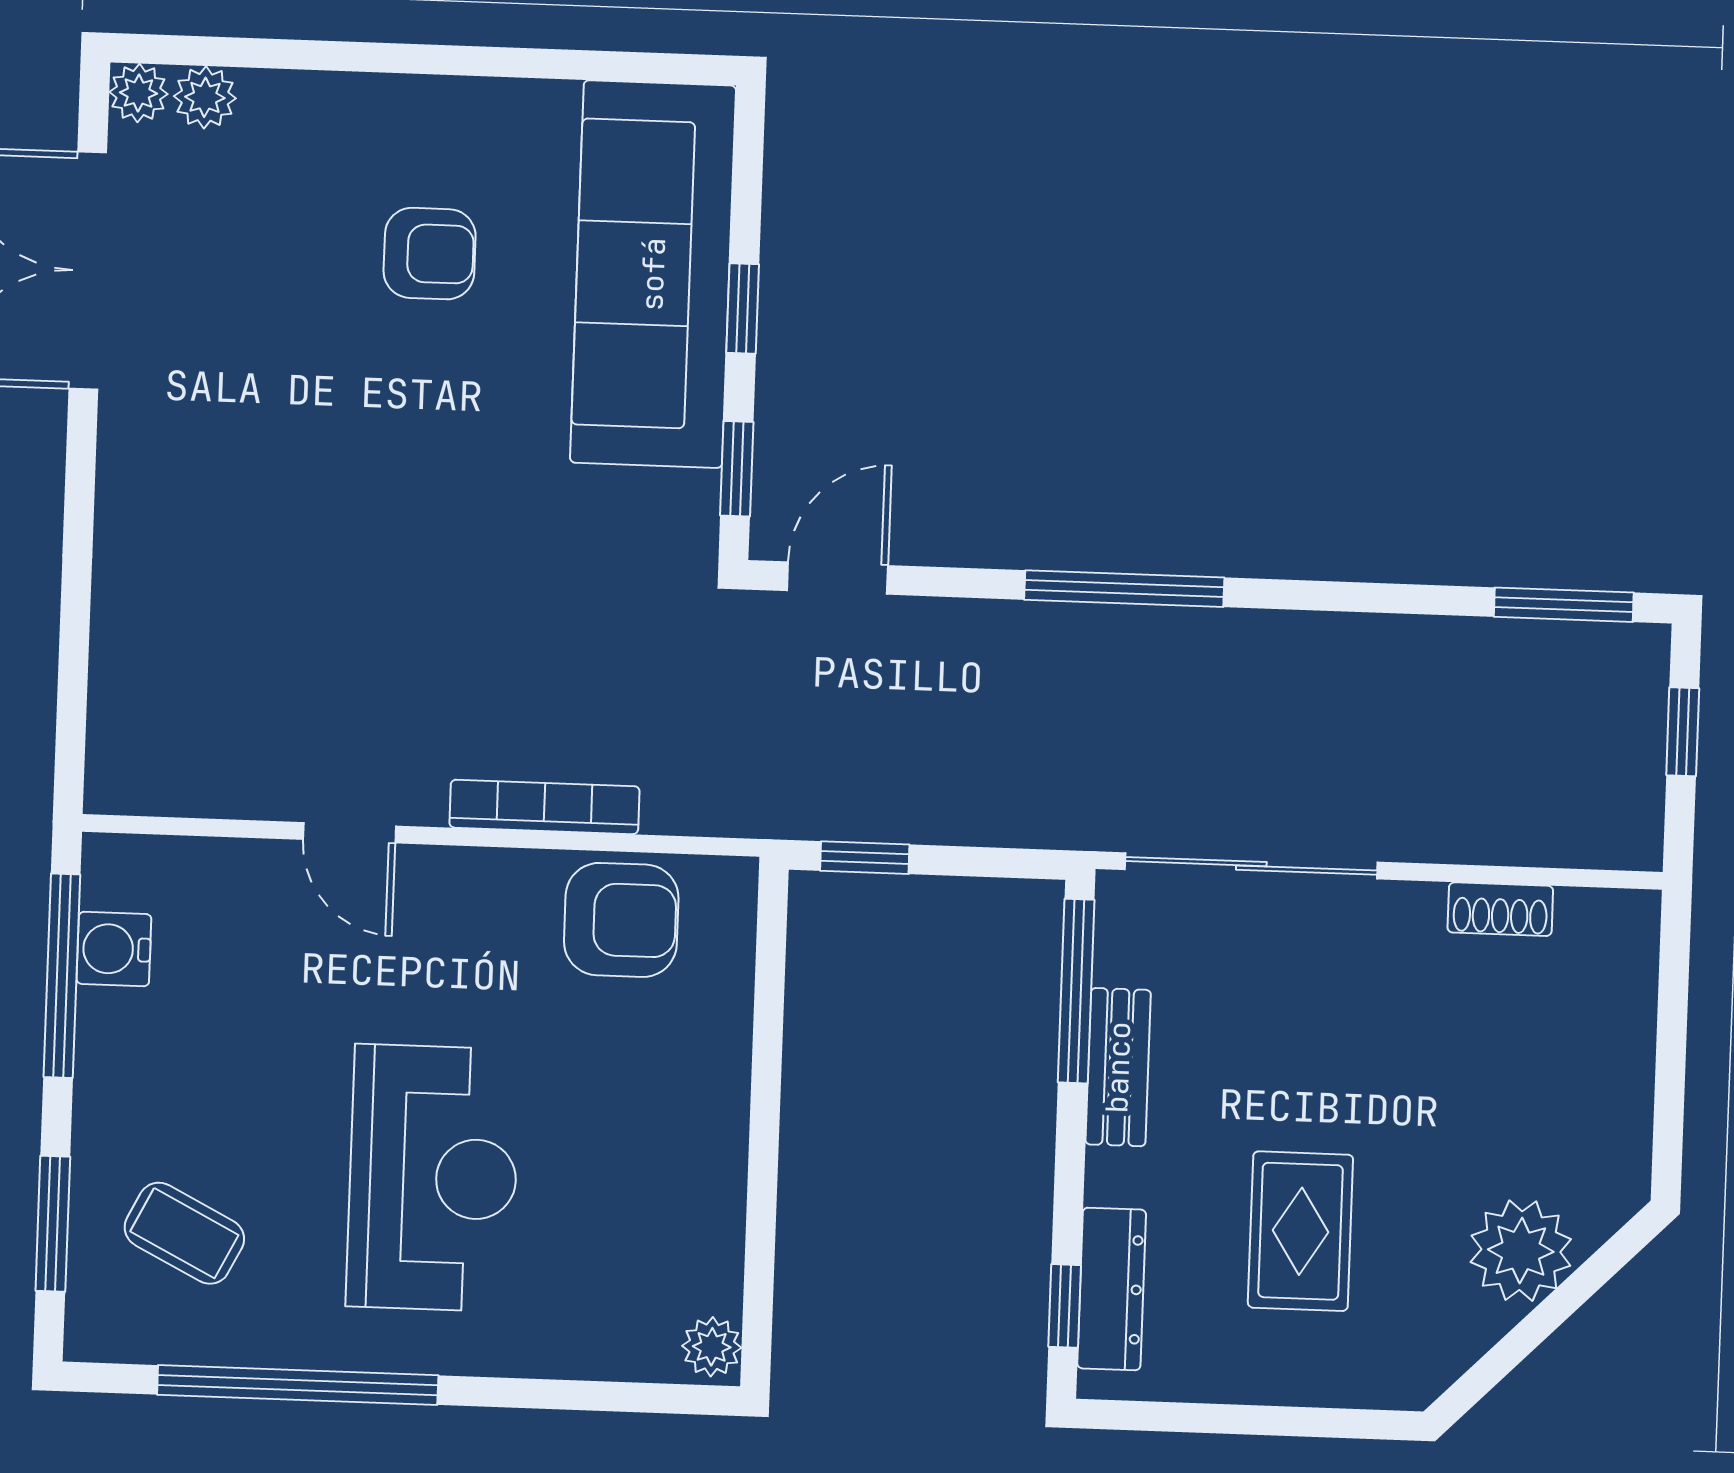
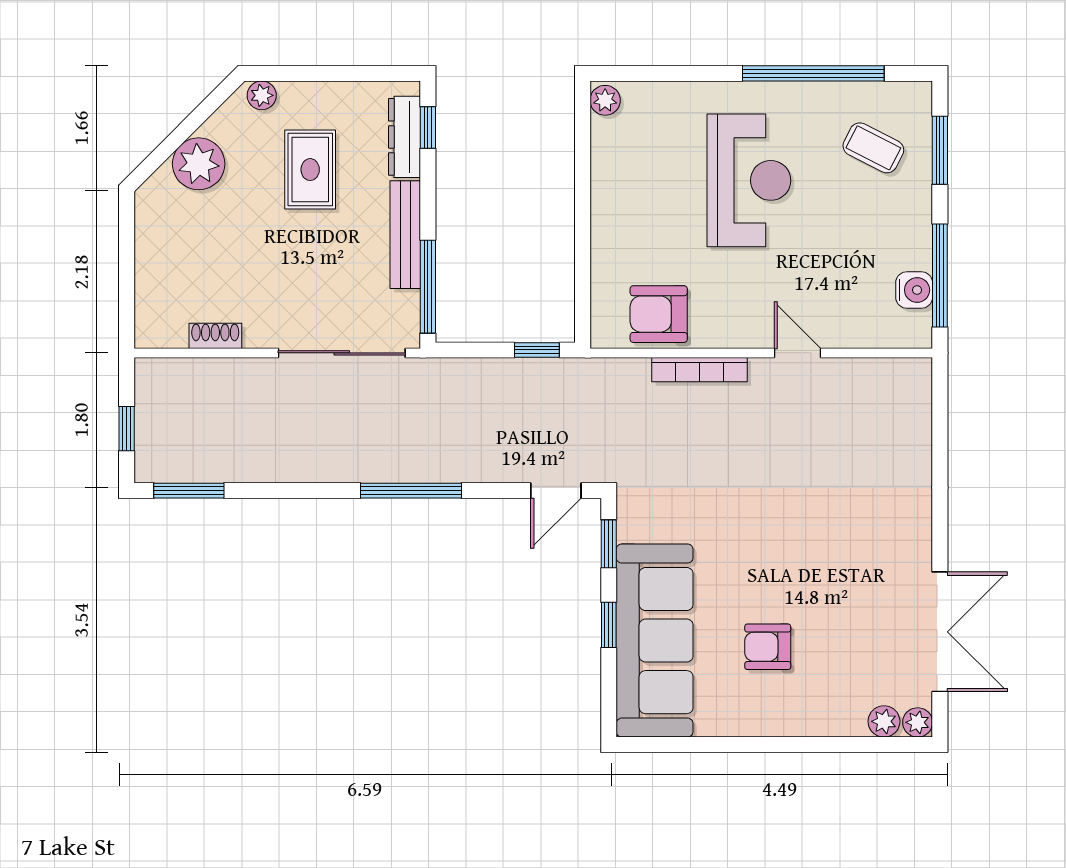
bench: (1118, 1067) -> (405, 235), width x1.36
reception desk: (433, 1178) -> (749, 180), turned 180
plant: (1391, 1382) -> (262, 95), added

